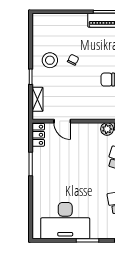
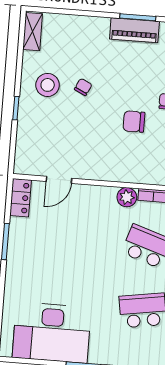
shelving: (37, 99) -> (33, 32), moved
door: (62, 121) -> (59, 180), hinge flipped

